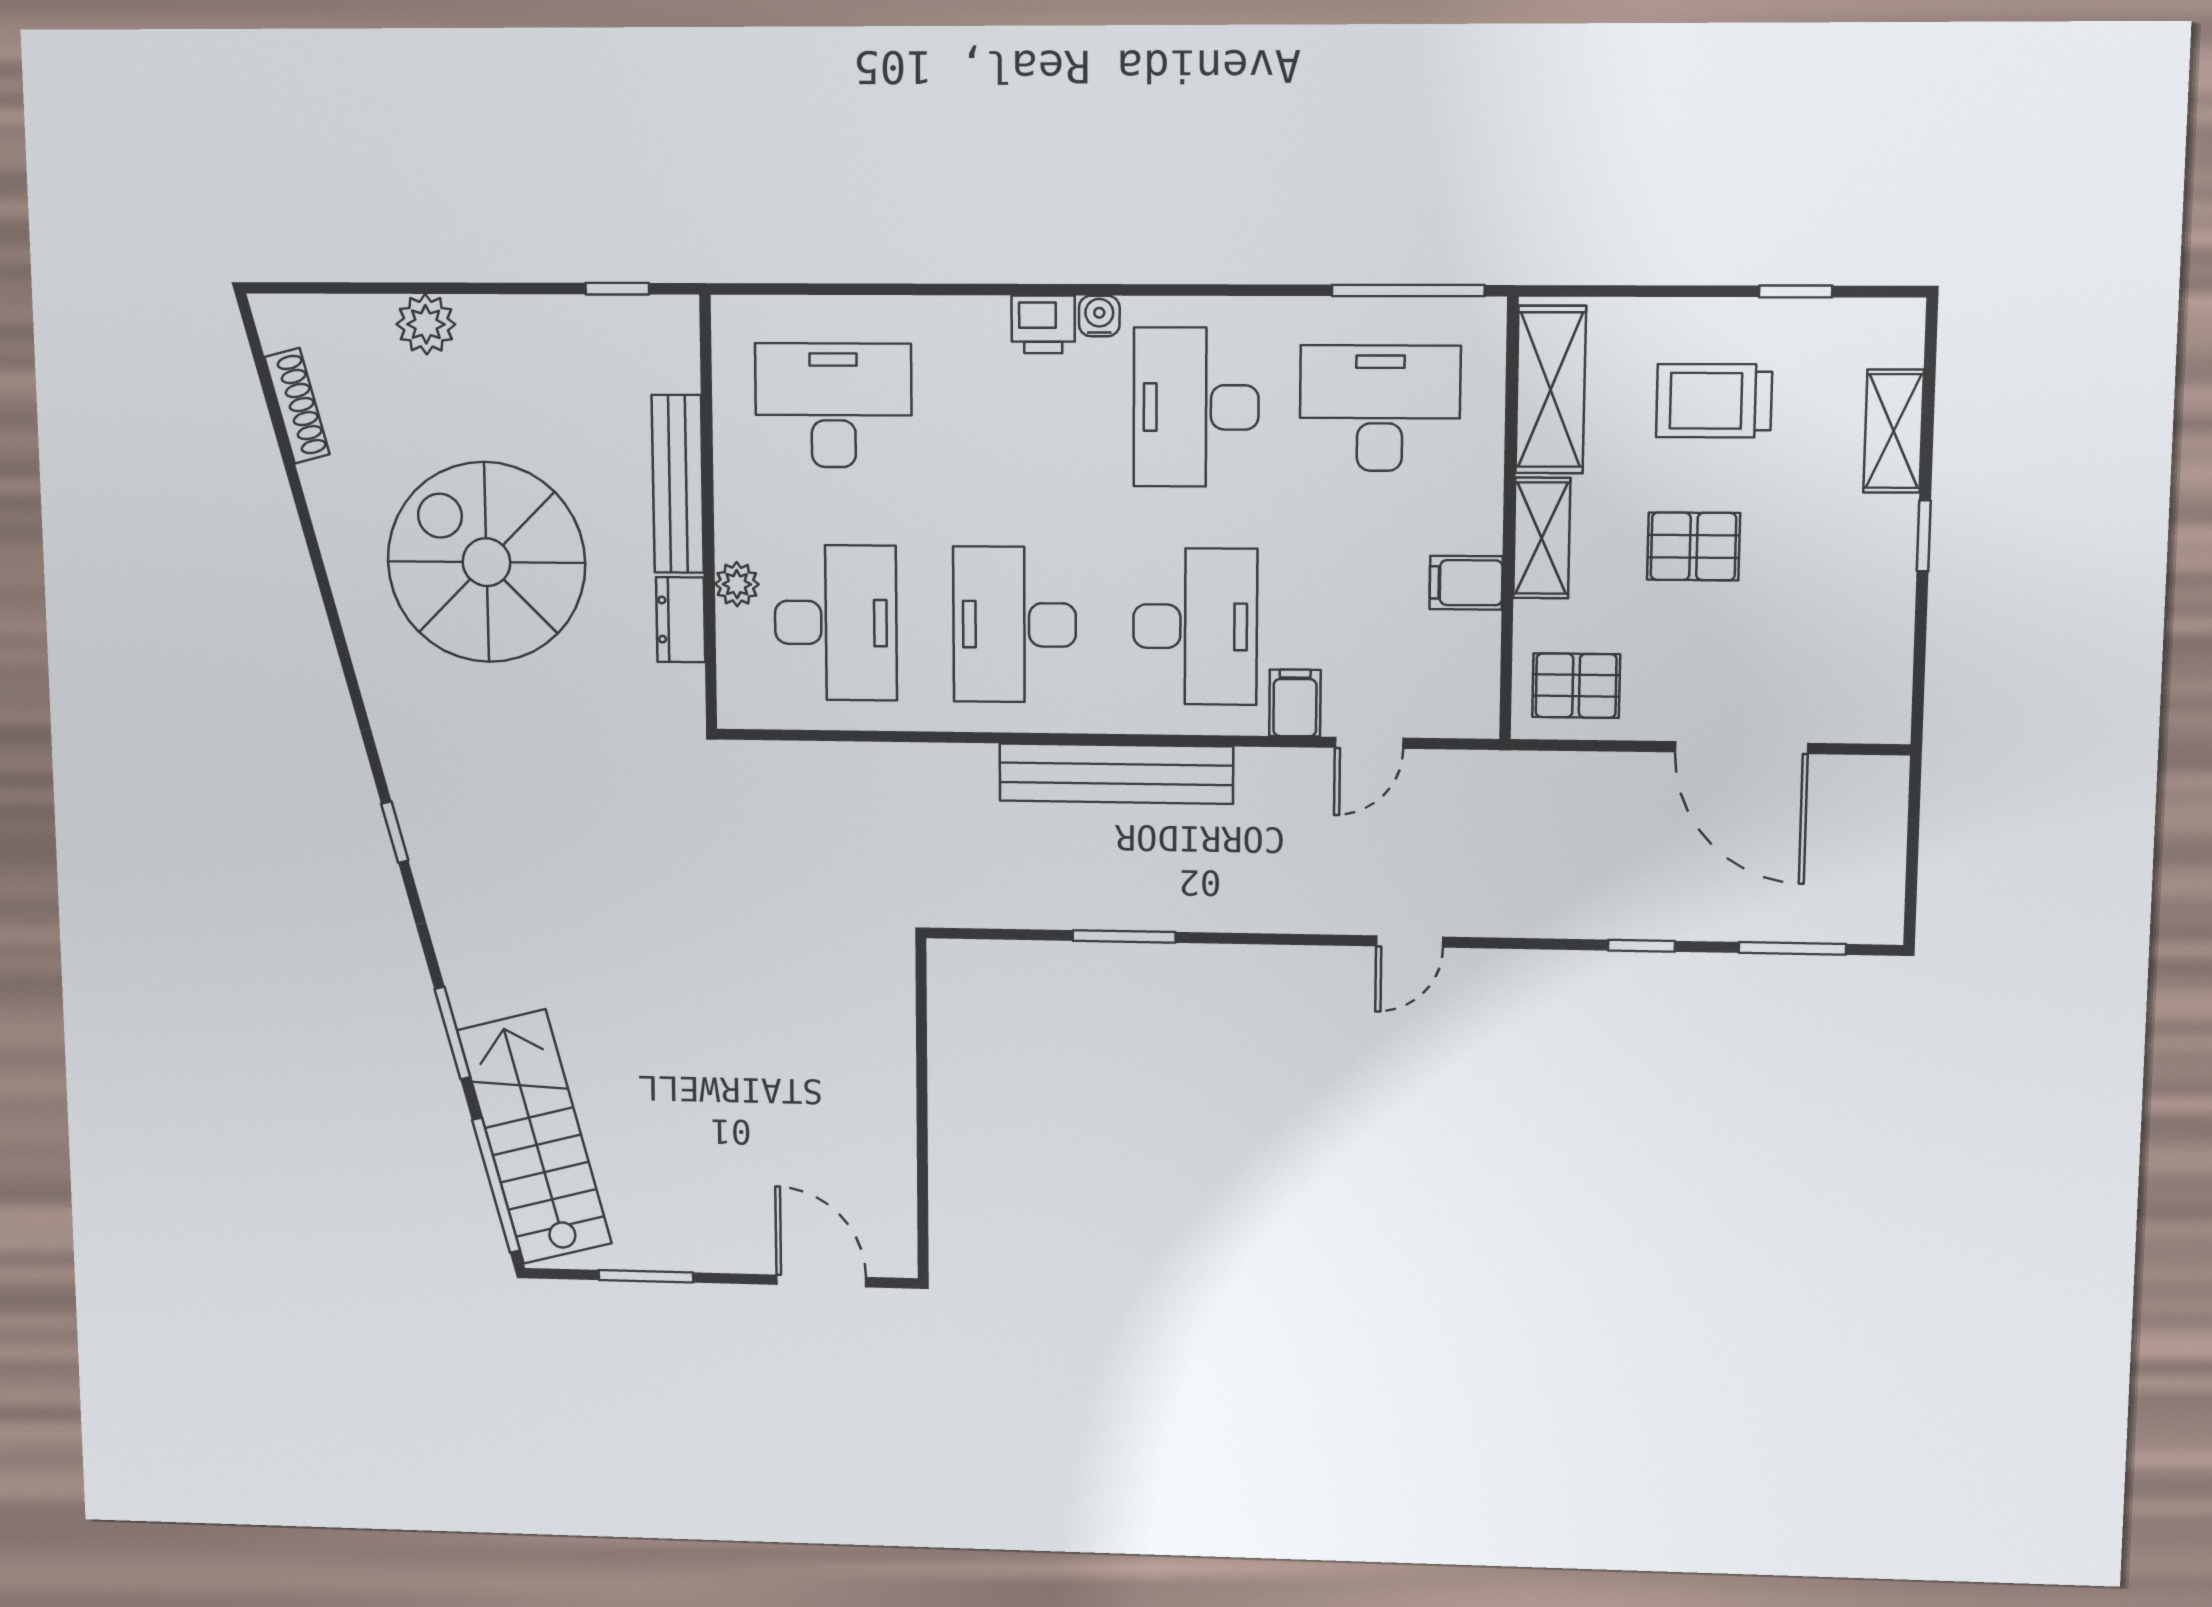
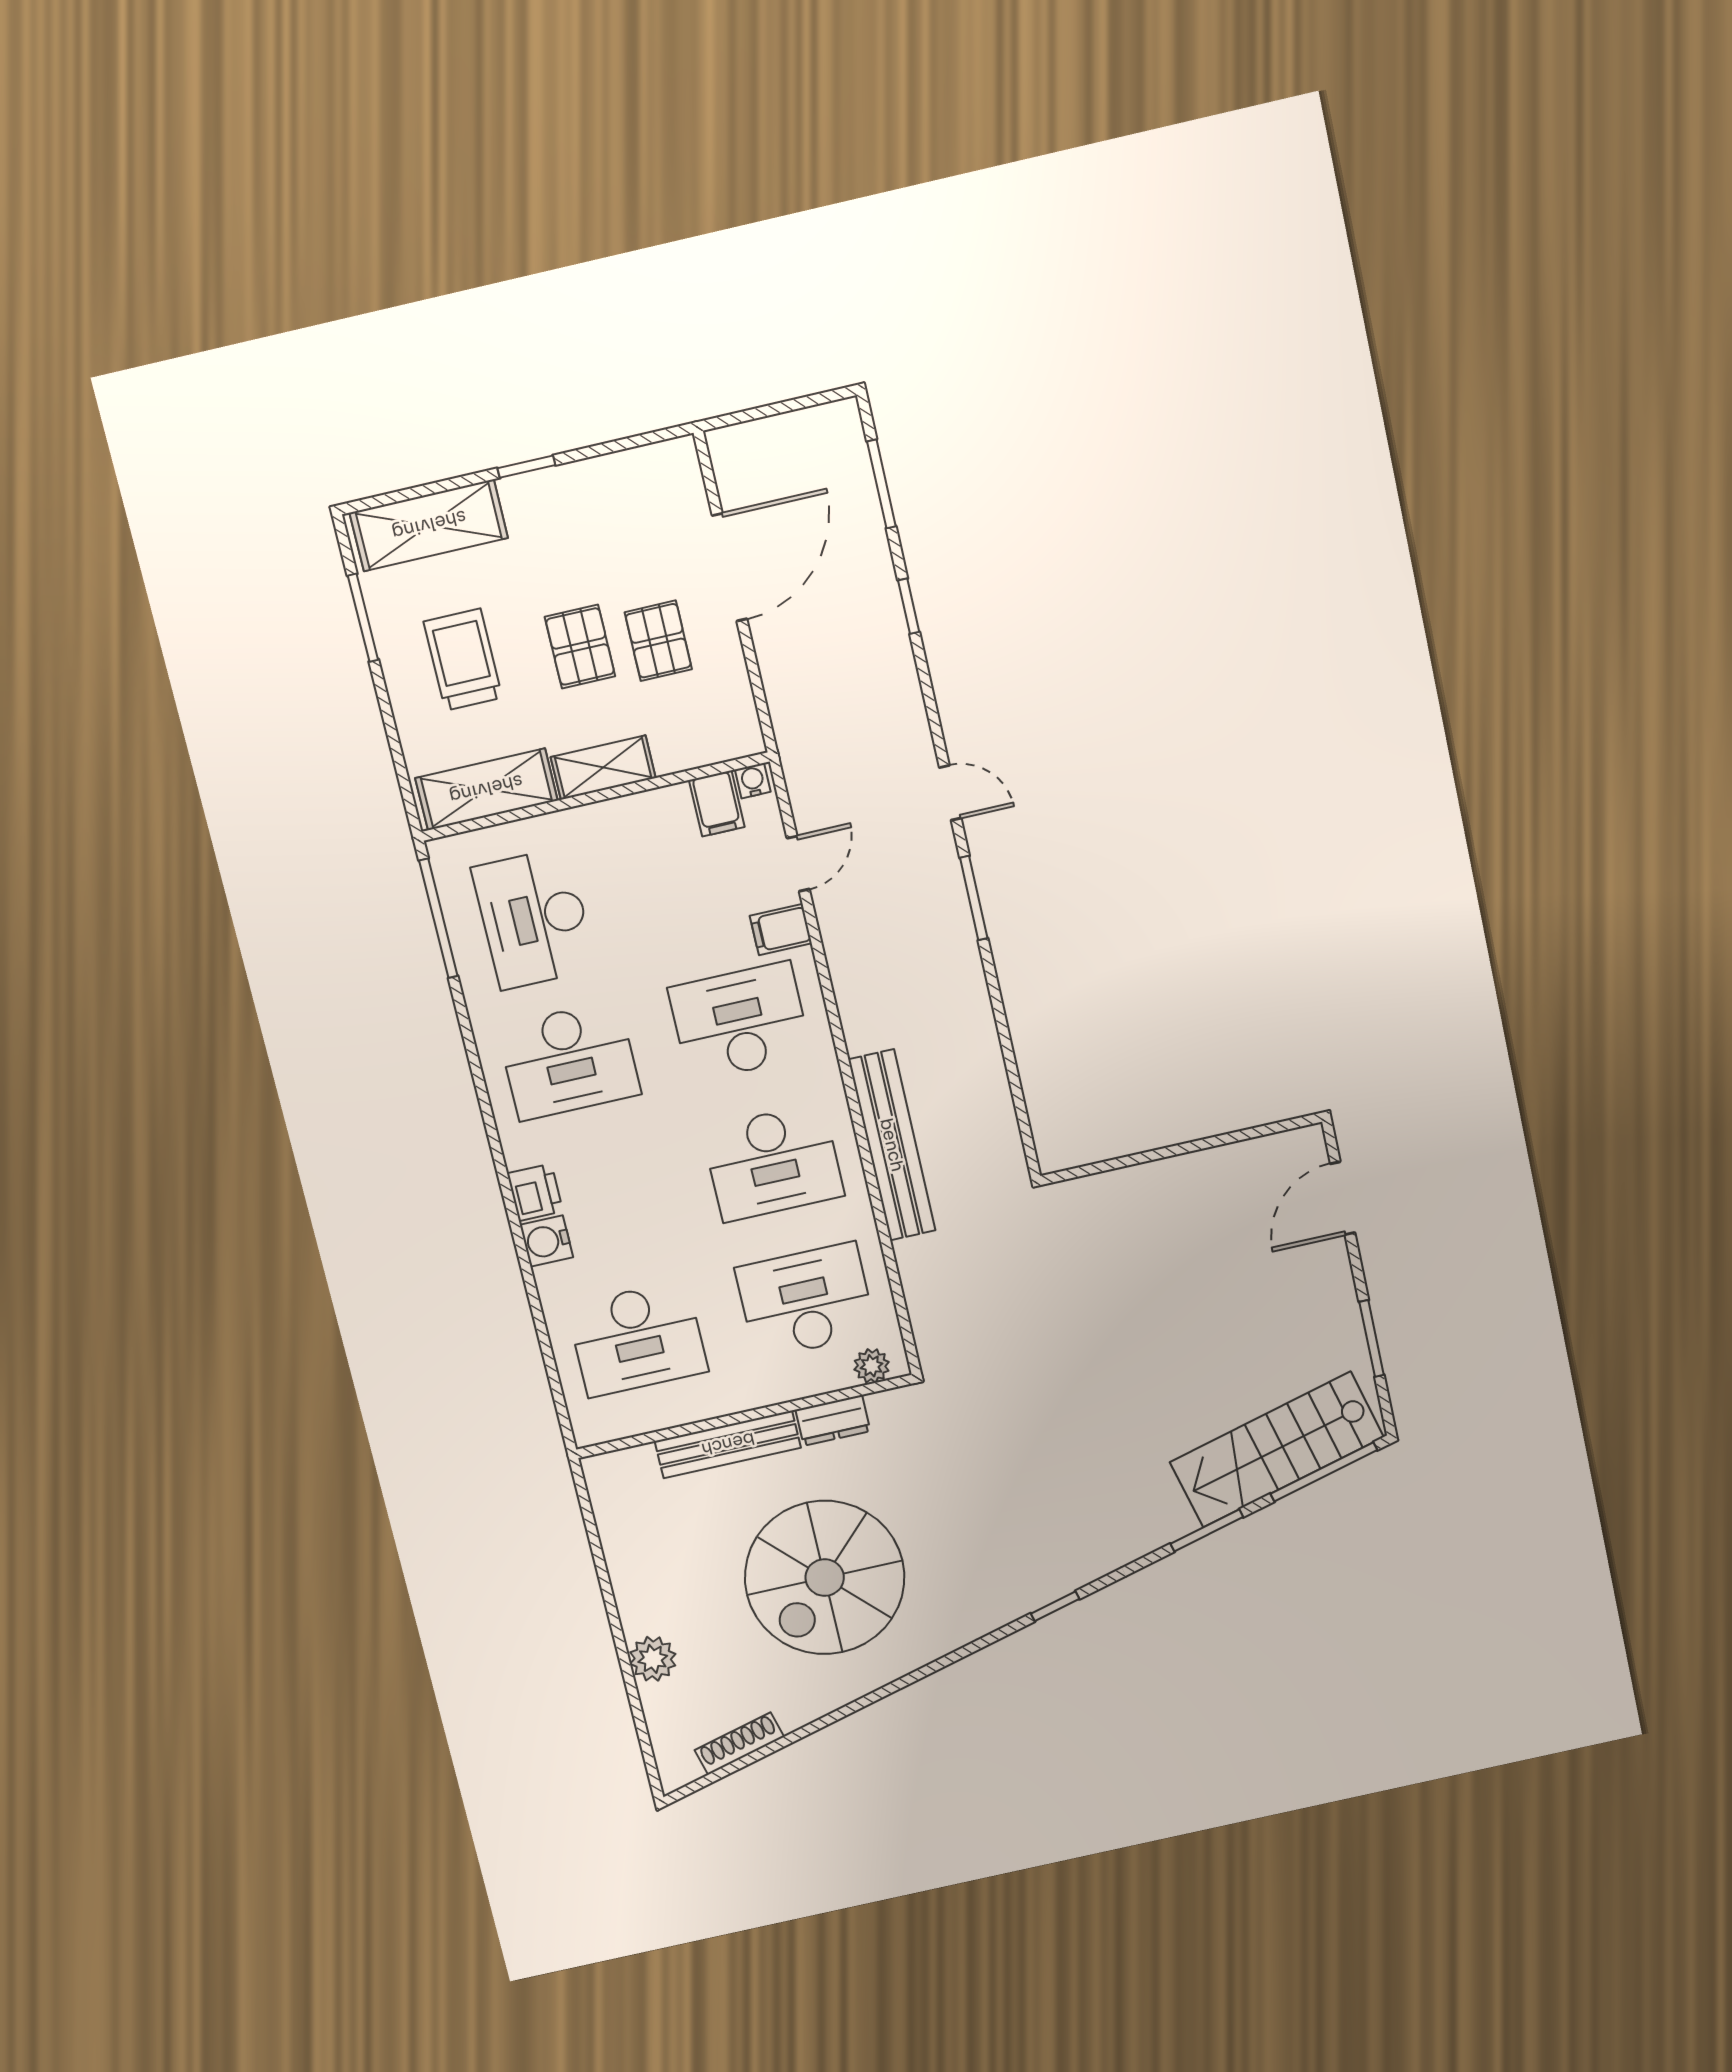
window: (617, 289) -> (589, 1521), removed
window: (1796, 291) -> (363, 618), width x1.50
water cooler: (1099, 316) -> (547, 1241), moved, width x1.38, depth x1.38
trolley: (1714, 401) -> (463, 660), turned 180
desk: (833, 405) -> (637, 1339), turned -90
shelving: (1894, 431) -> (429, 525), width x1.50, depth x1.33
filing cabinet: (1466, 583) -> (717, 804), moved
plant: (737, 584) -> (872, 1366), moved
pallet: (1576, 686) -> (658, 641), moved
water cooler: (1481, 713) -> (753, 781), added
door: (1369, 743) -> (798, 864), hinge flipped
bench: (1116, 774) -> (892, 1145), moved
window: (1124, 936) -> (974, 898), moved

